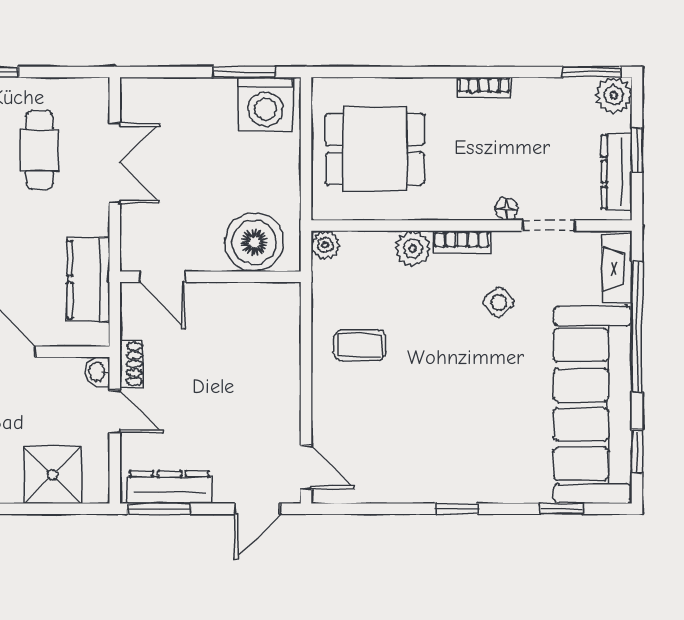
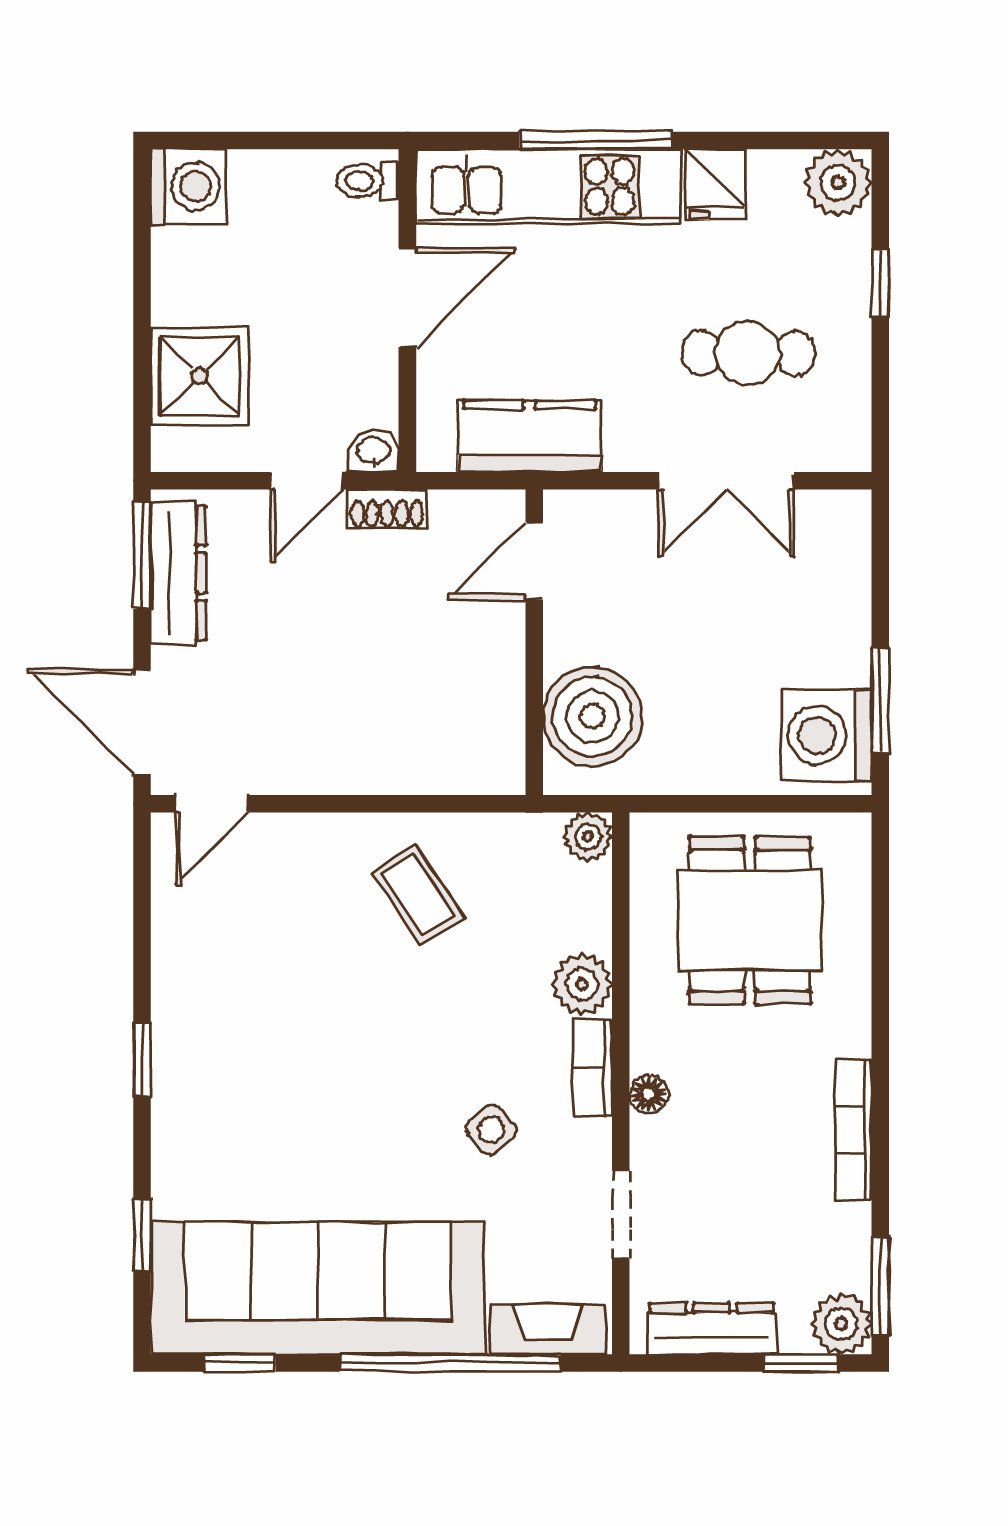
bookcase: (484, 88) -> (854, 1129), width x1.56
window: (637, 150) -> (801, 1363), moved
floor lamp: (506, 209) -> (649, 1094), moved
coffee table: (360, 345) -> (418, 895), turned -34
door: (257, 509) -> (142, 722), width x1.38

